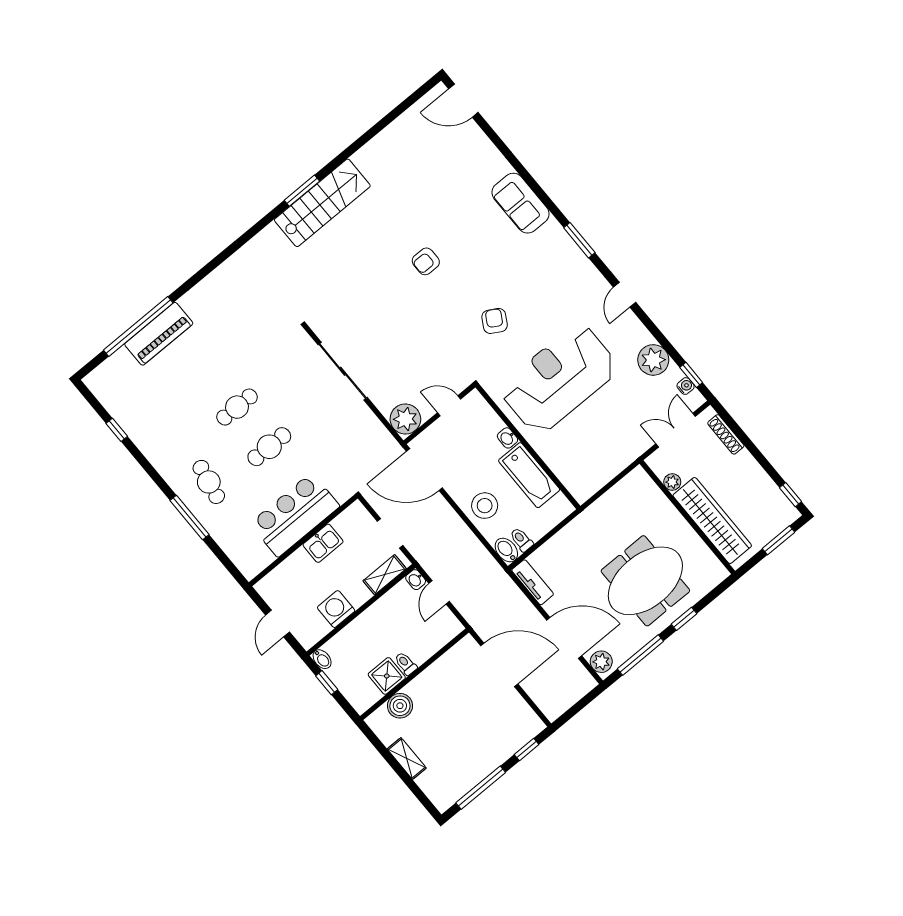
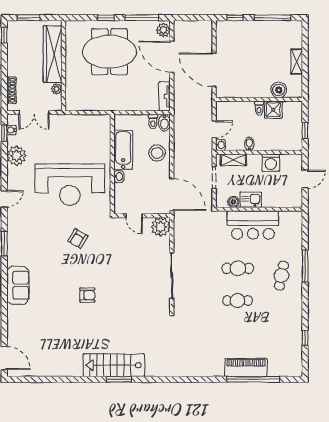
boiler: (342, 523) -> (233, 202), added
bidet: (322, 659) -> (249, 144), moved

